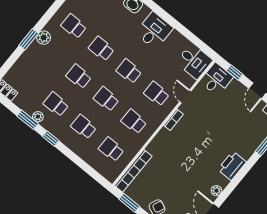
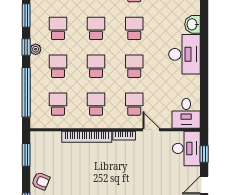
desk: (154, 31) -> (185, 54), width x1.37
desk: (217, 79) -> (186, 148), width x1.37
door: (185, 96) -> (151, 130), hinge flipped
plant: (38, 117) -> (36, 49), moved
window: (84, 165) -> (26, 92), added
bookcase: (133, 171) -> (87, 137), moved

